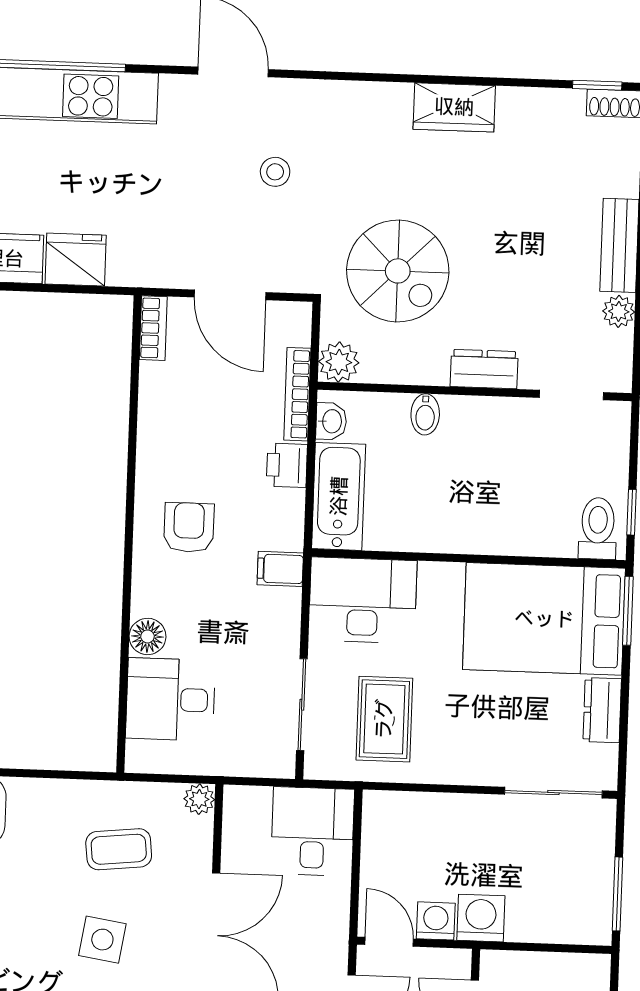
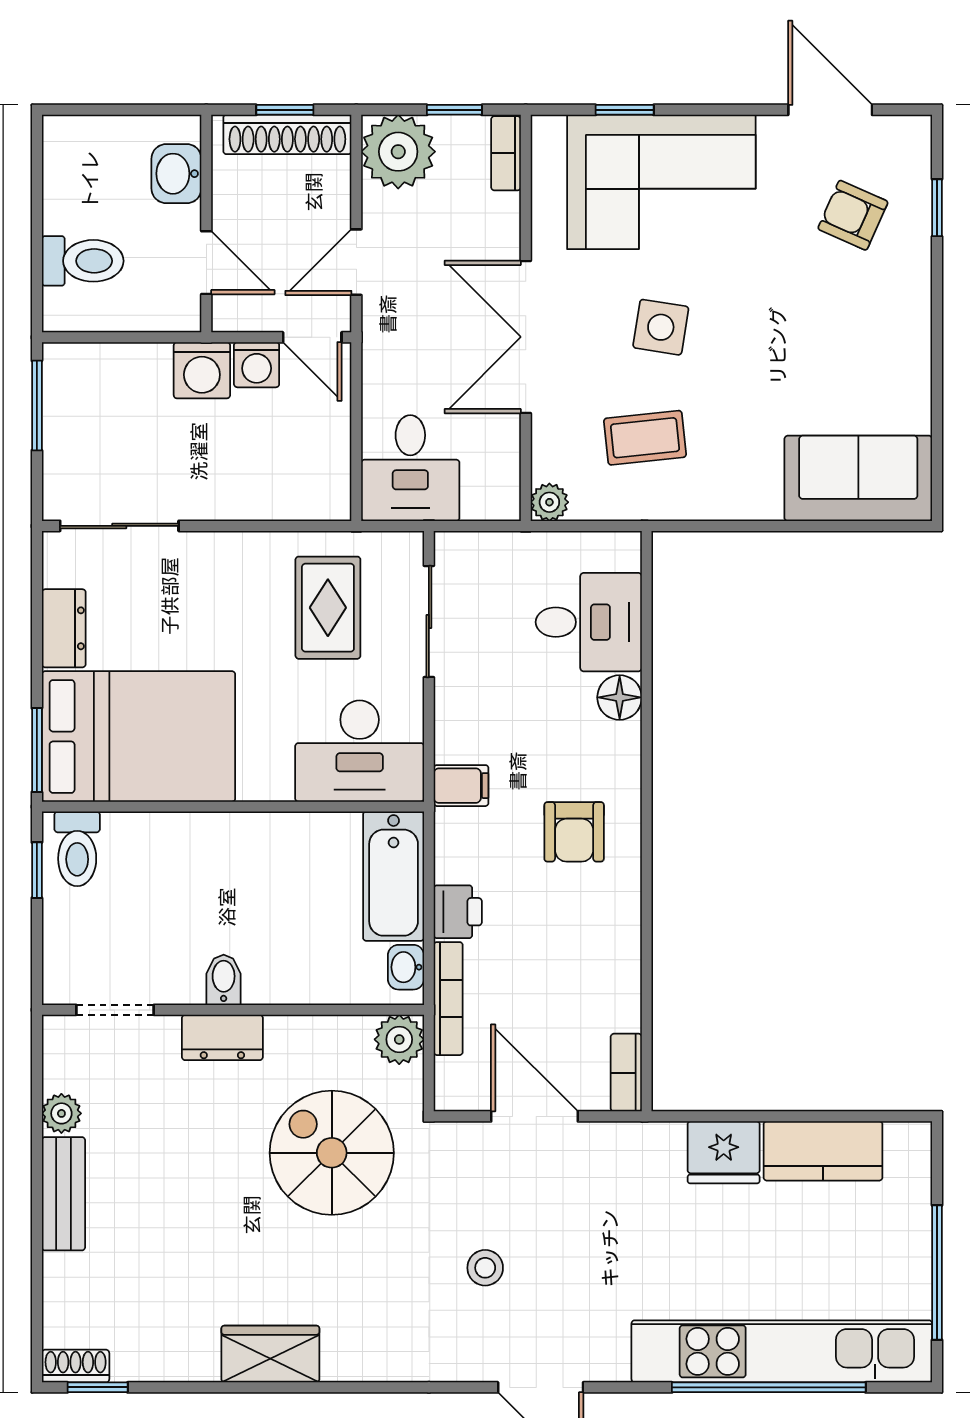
bidet: (425, 414) -> (224, 980), moved

